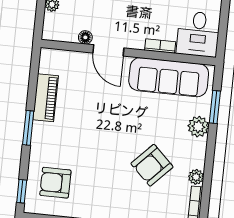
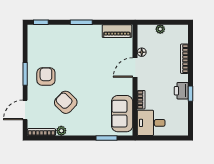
sofa: (169, 77) -> (122, 114), width x0.73
piano: (46, 98) -> (117, 31), moved
plant: (198, 127) -> (93, 129), removed
armchair: (55, 183) -> (46, 77), moved

